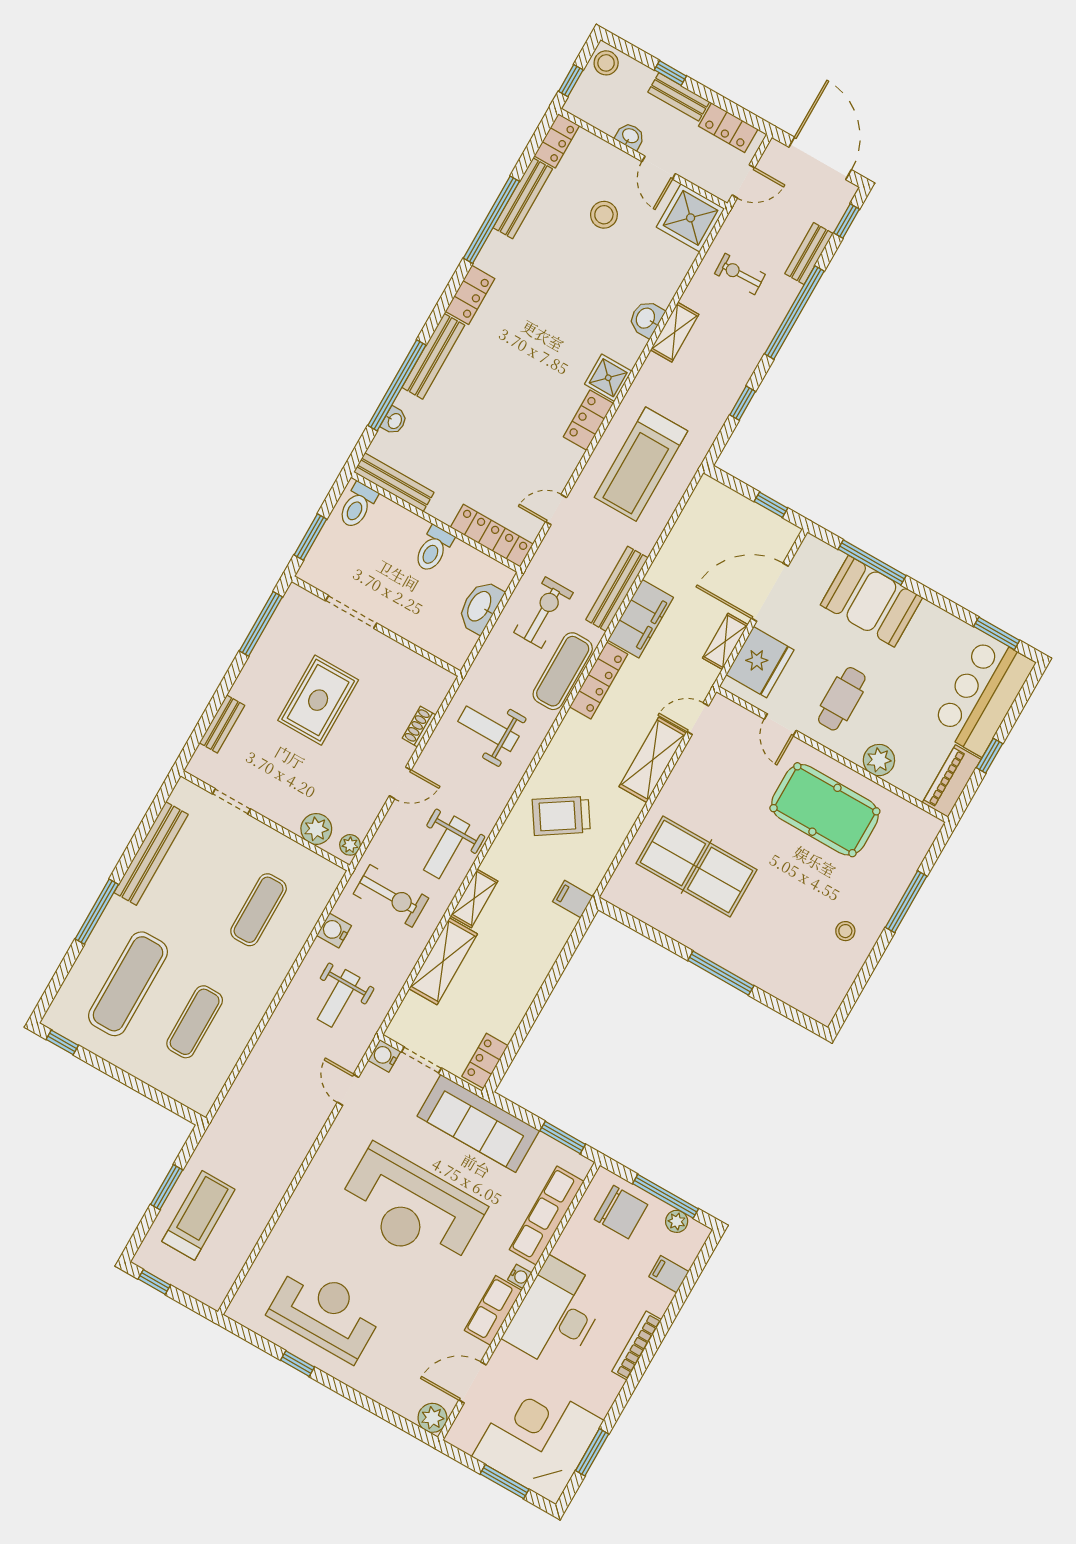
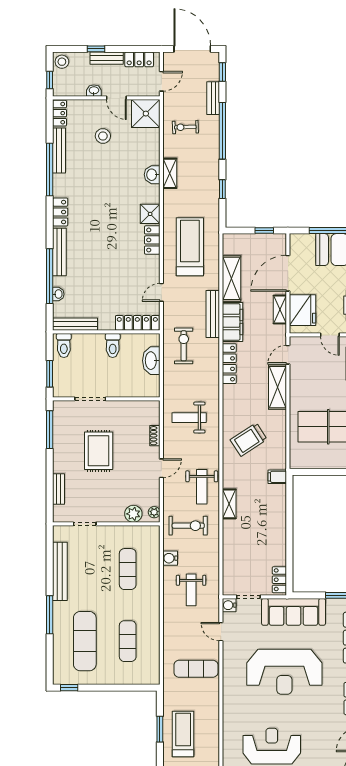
treadmill: (641, 464) -> (190, 247), turned 180
exercise mat: (563, 671) -> (196, 669), moved, turned 90
shelving: (443, 961) -> (232, 278), moved

